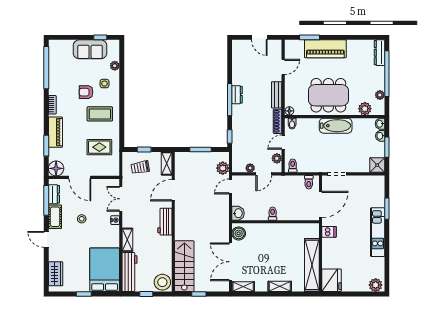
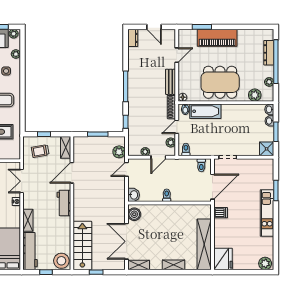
plant: (112, 44) -> (14, 34), added
dresser: (379, 53) -> (269, 53), moved
dresser: (237, 95) -> (133, 38), moved
bathtub: (336, 126) -> (205, 111), moved

